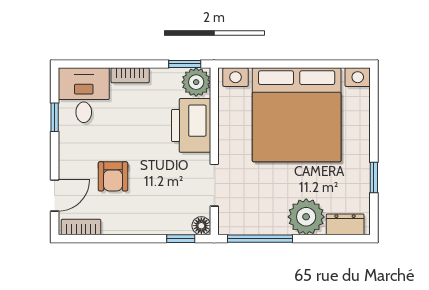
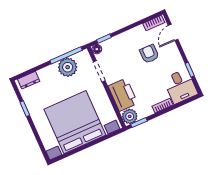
plant: (306, 217) -> (68, 67), moved

